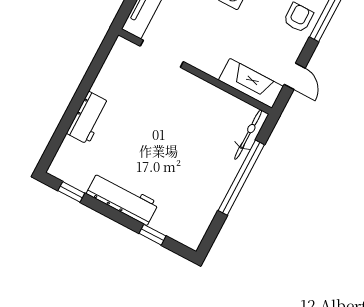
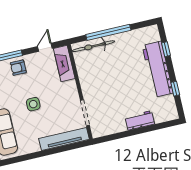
bicycle: (248, 135) -> (93, 46), width x1.37, depth x1.40
window: (71, 192) -> (175, 89), moved
workbench: (122, 198) -> (158, 69), width x1.36, depth x1.32

